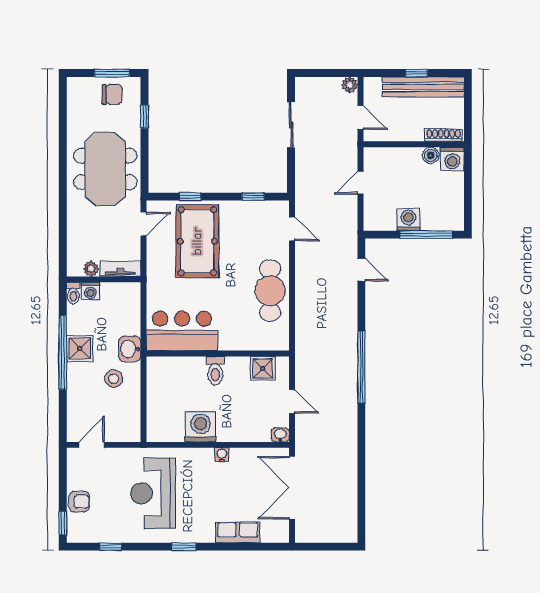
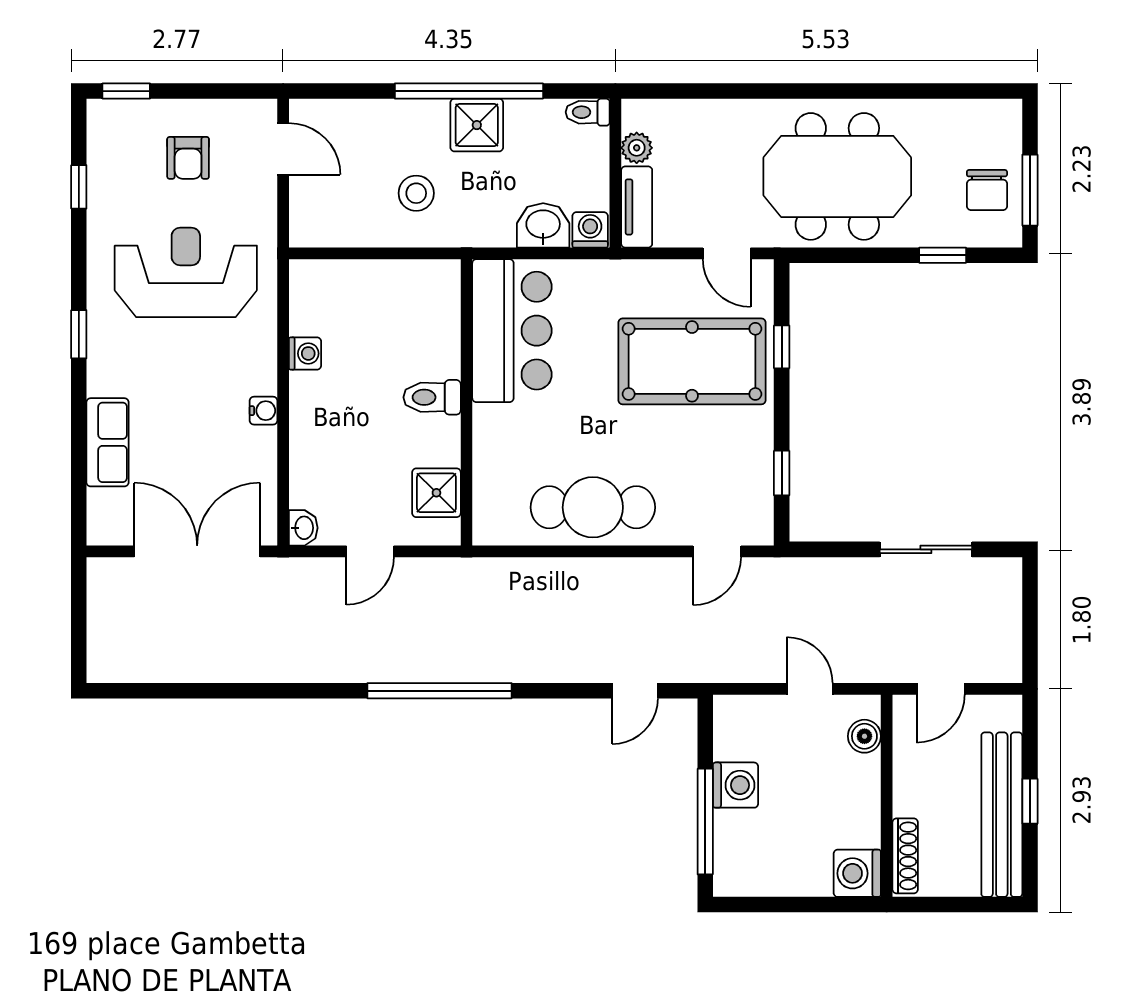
plant: (350, 85) -> (1006, 667), removed
boiler: (431, 155) -> (864, 736), moved
washing machine: (90, 291) -> (590, 230), moved, turned 90
washbasin: (130, 349) -> (543, 225), moved
washing machine: (201, 427) -> (305, 353), width x0.53, depth x0.53
armchair: (79, 502) -> (188, 158), moved

